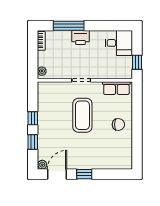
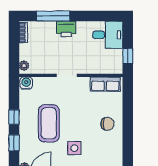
water cooler: (44, 87) -> (26, 83), added
coffee table: (82, 115) -> (49, 123), moved
side table: (88, 147) -> (74, 148), added

